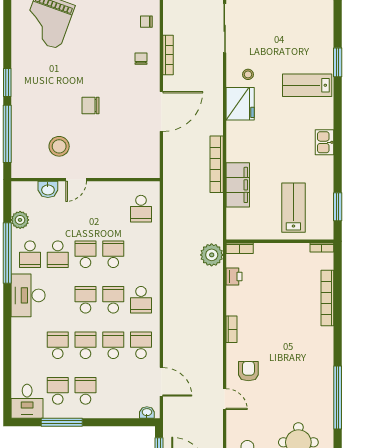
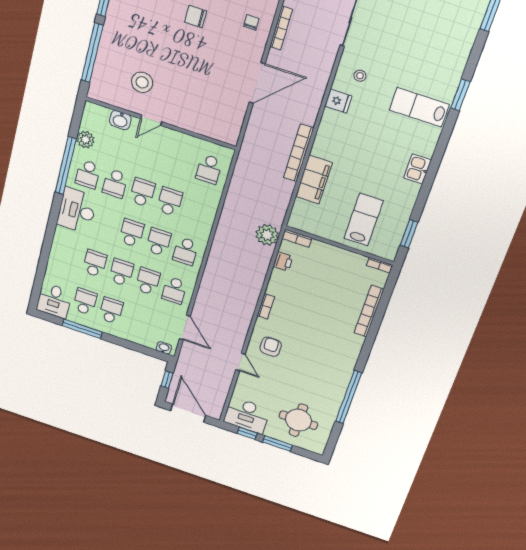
fridge: (240, 104) -> (338, 101), width x0.53, depth x0.75
chair: (91, 106) -> (196, 17), moved
school desk: (141, 345) -> (174, 290), turned 180

